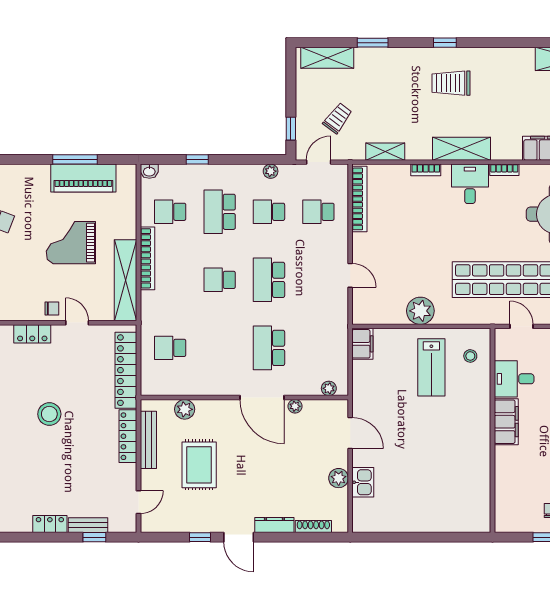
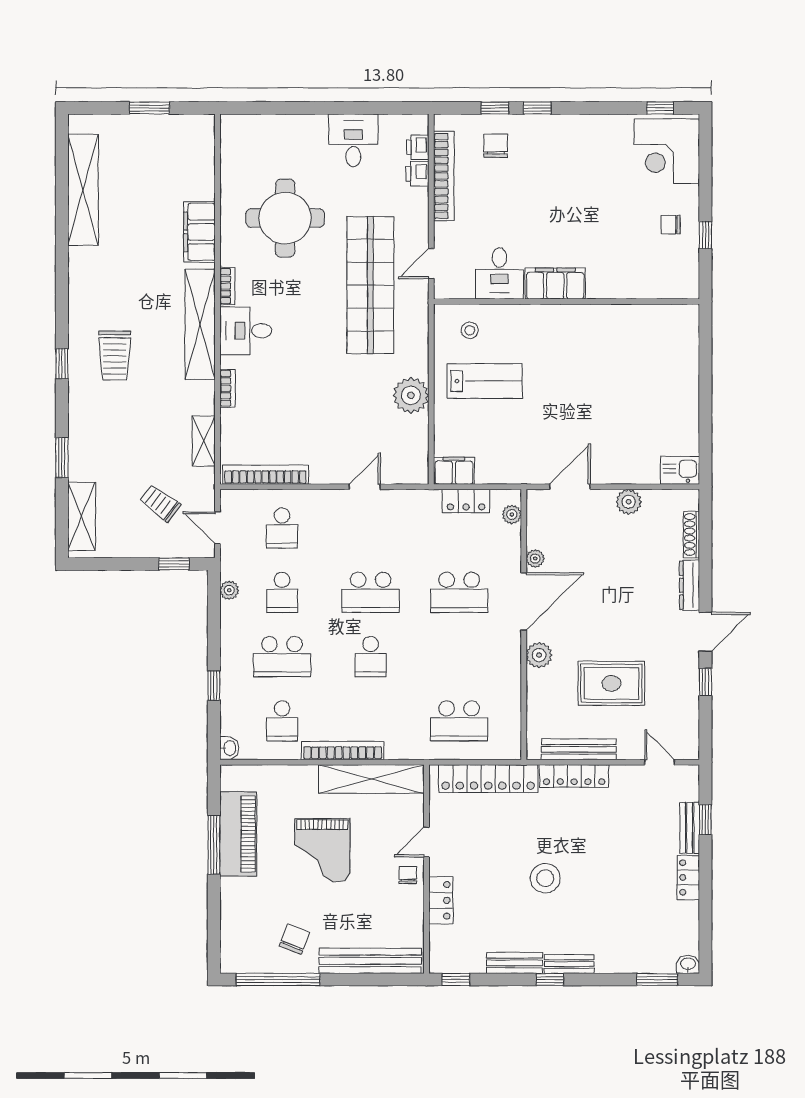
shelving: (461, 149) -> (200, 324), width x1.47
school desk: (170, 348) -> (459, 721), width x1.85
locker: (339, 353) -> (466, 501), added
plant: (185, 409) -> (539, 655), moved
kitchen sink: (363, 482) -> (680, 470), moved

